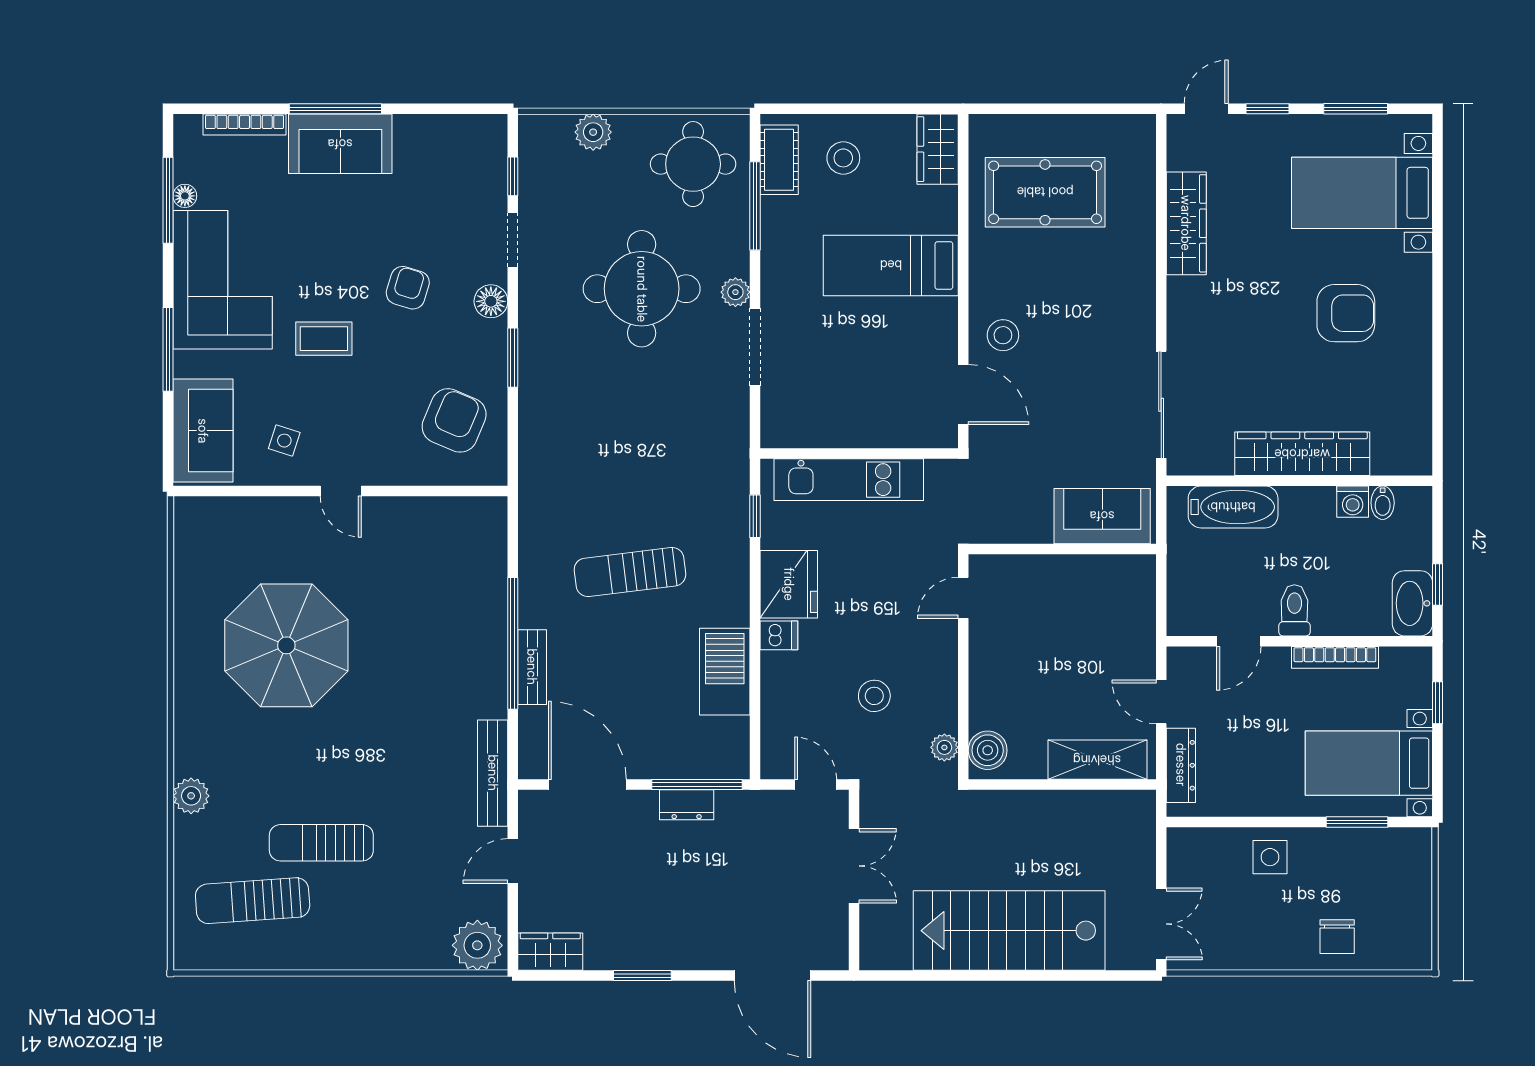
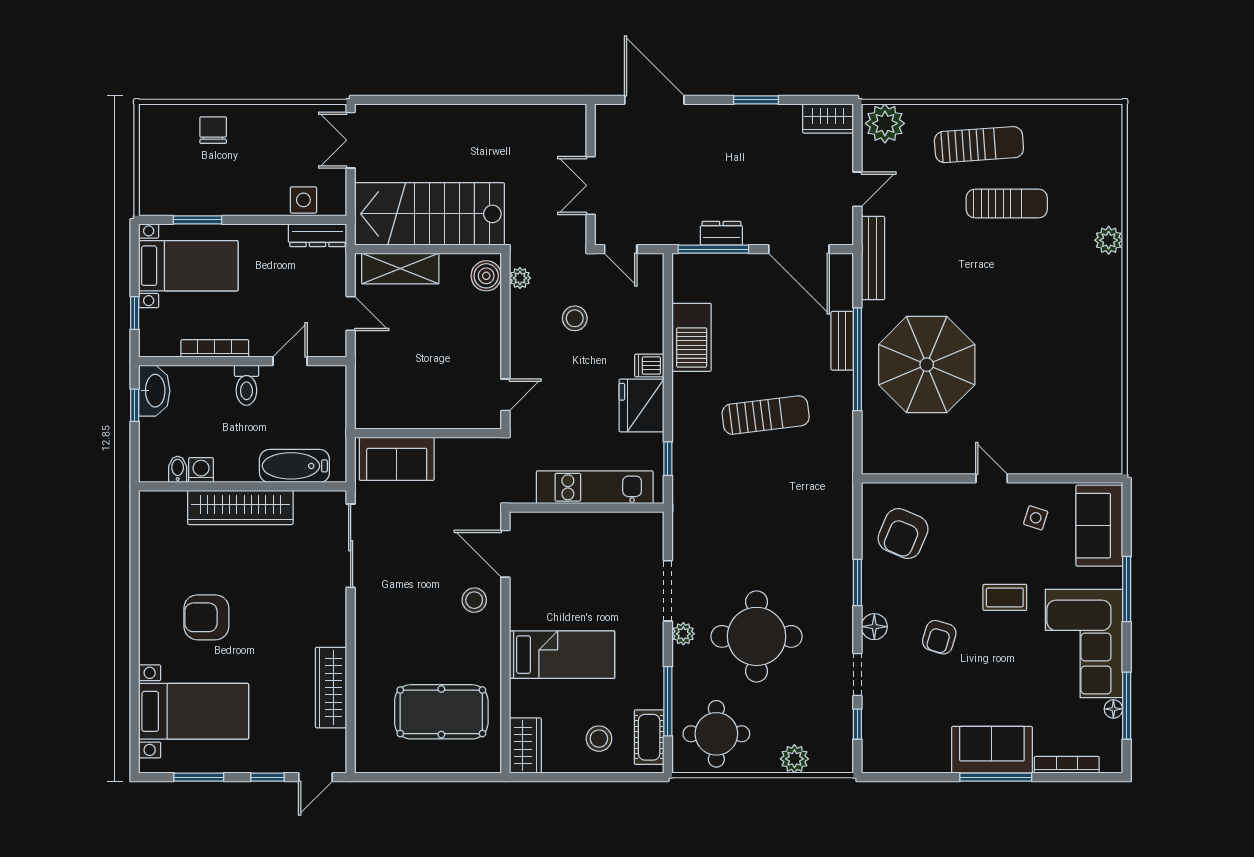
parasol: (286, 645) -> (927, 365), moved
dresser: (1181, 765) -> (318, 235), moved, turned -90
side table: (1270, 857) -> (303, 200), moved
sun lounger: (253, 901) -> (979, 145), moved
stairs: (1009, 931) -> (429, 214), moved, turned 180

